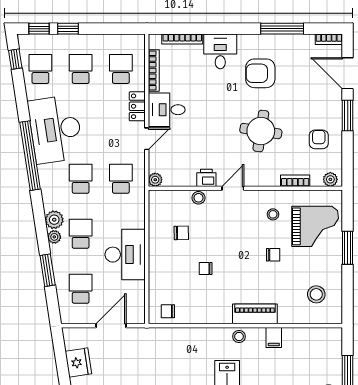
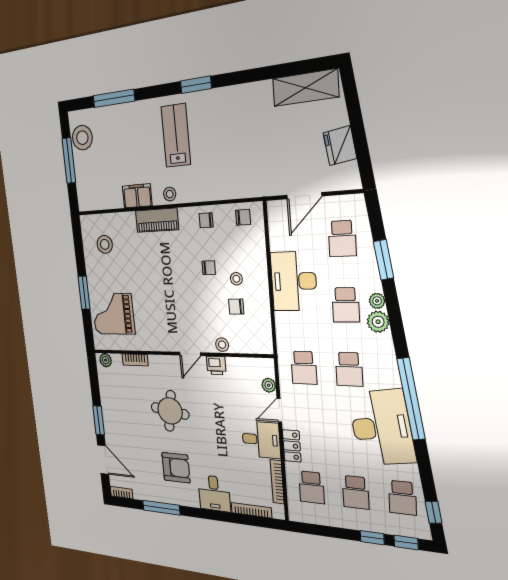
armchair: (319, 139) -> (119, 399), removed
plant: (155, 180) -> (269, 385), moved
stool: (273, 214) -> (236, 279), moved
chair: (273, 255) -> (206, 220), moved
filing cabinet: (274, 337) -> (137, 196), width x2.00

